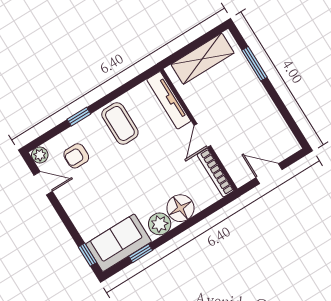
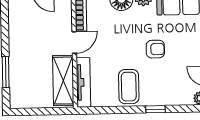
shelving: (203, 59) -> (63, 81), moved, turned 90
armchair: (76, 156) -> (155, 49), moved

